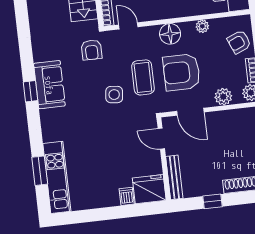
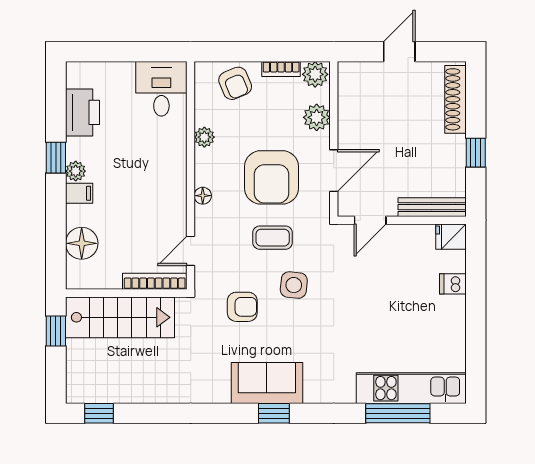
floor lamp: (170, 34) -> (203, 196), width x0.53, depth x0.53
armchair: (91, 50) -> (242, 307), moved
coffee table: (143, 77) -> (273, 238), width x0.73, depth x0.77
window: (40, 171) -> (398, 413), width x1.44
fridge: (149, 189) -> (451, 237), width x0.53, depth x0.75

